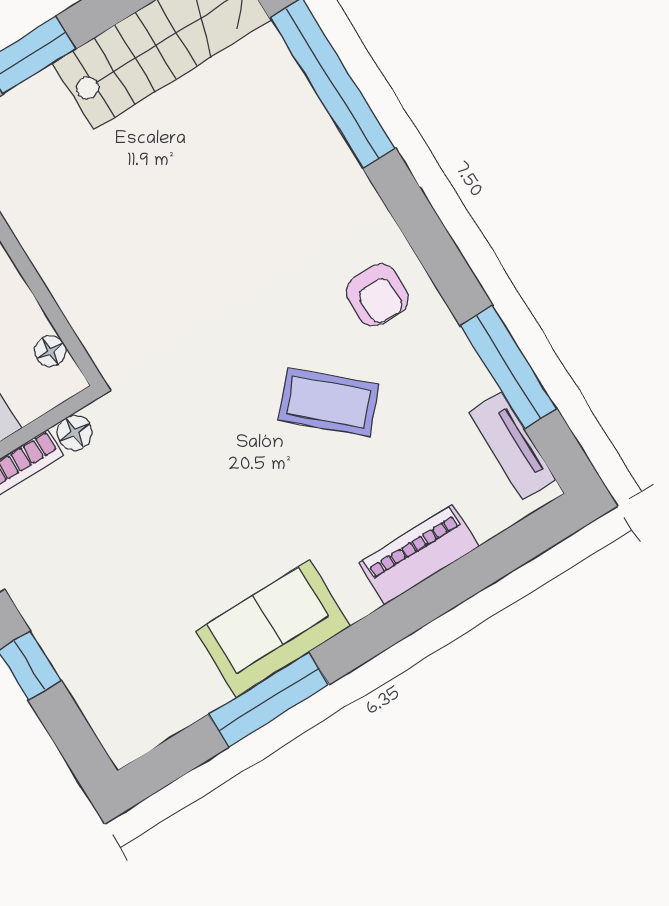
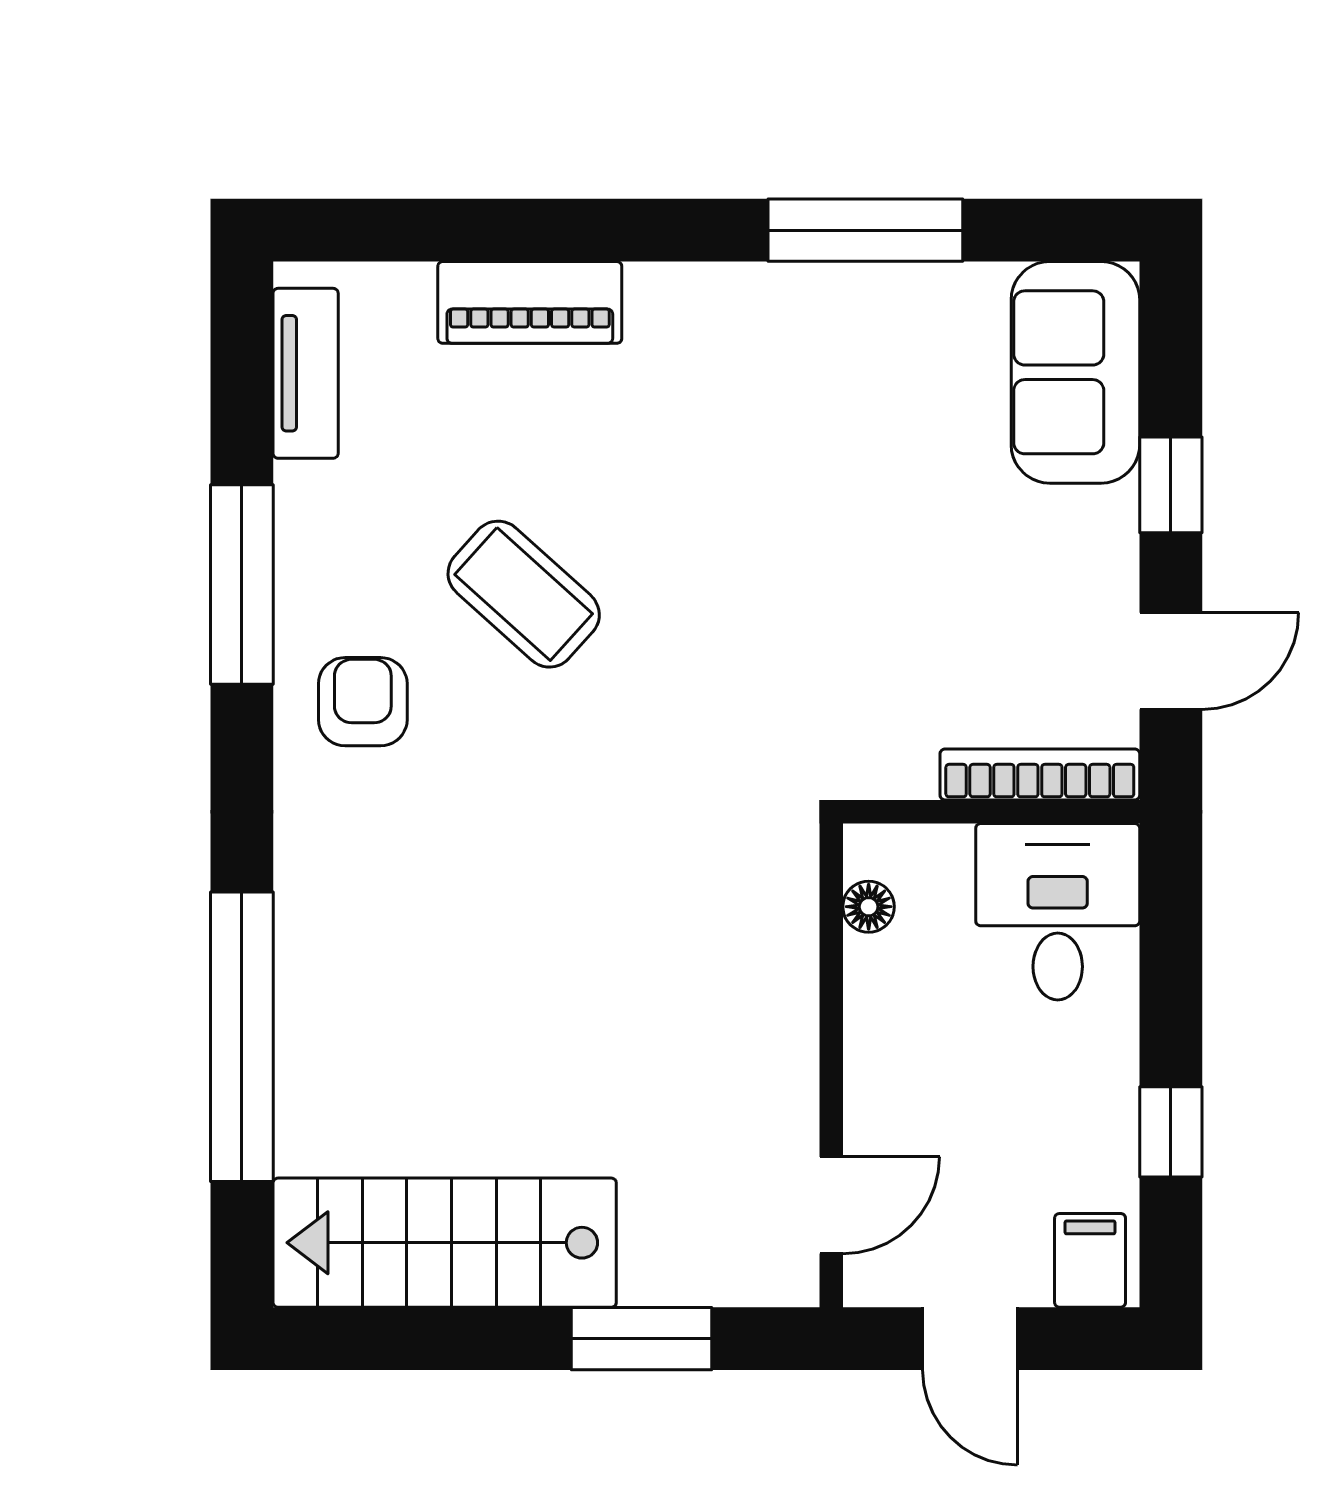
window: (509, 367) -> (242, 584), moved
floor lamp: (75, 433) -> (905, 771), removed
sofa: (273, 629) -> (1075, 372), moved, turned 90

